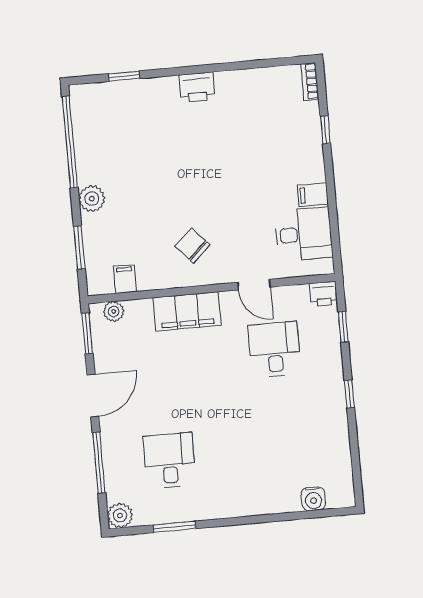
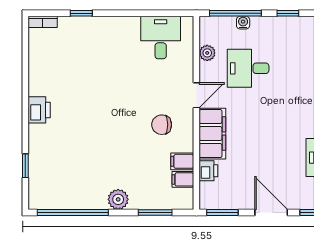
filing cabinet: (313, 195) -> (182, 161), moved, turned 90
chair: (192, 246) -> (162, 125), turned 43
door: (254, 285) -> (196, 95), moved
printer: (324, 294) -> (208, 171), moved
plant: (114, 311) -> (207, 53), moved
window: (343, 327) -> (235, 13), width x2.17
water cooler: (332, 338) -> (243, 23), added

